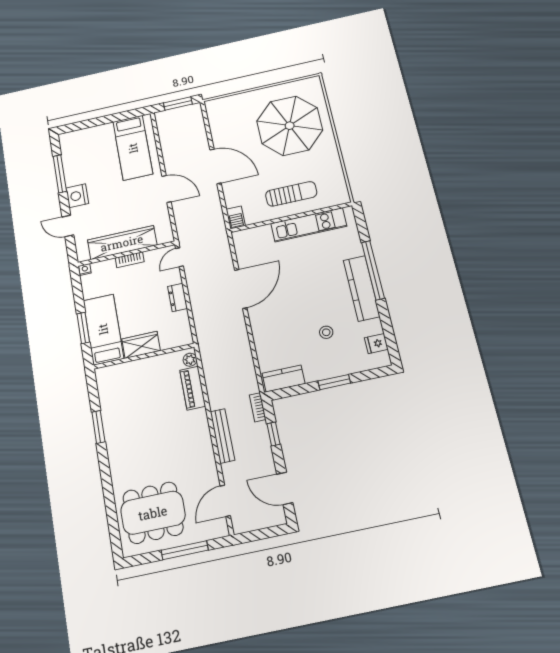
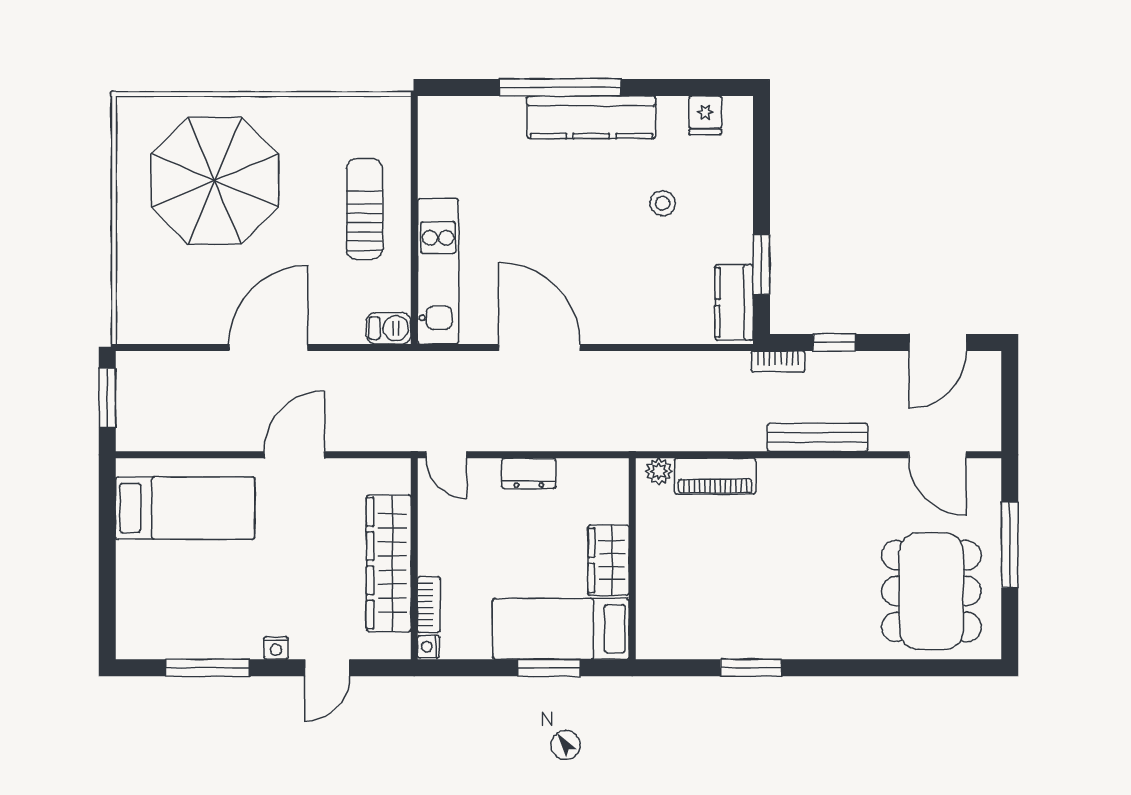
nightstand: (77, 196) -> (276, 648), width x0.53, depth x0.56
kitchen unit: (309, 225) -> (438, 271), moved
bookcase: (130, 260) -> (429, 605), moved
window: (334, 382) -> (761, 264), moved

